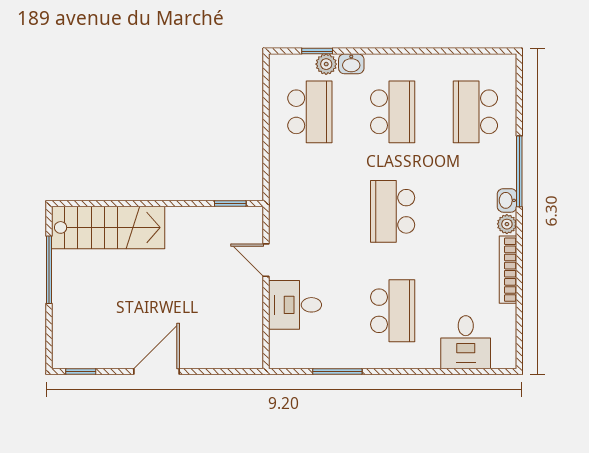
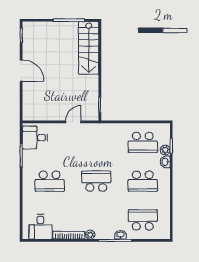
washbasin: (507, 200) -> (121, 235), moved
desk: (295, 305) -> (35, 138), moved, turned -90
desk: (466, 342) -> (40, 227), moved, turned -90

